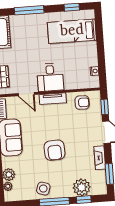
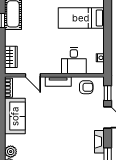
desk: (50, 77) -> (74, 61), moved
armchair: (55, 150) -> (56, 131), removed

